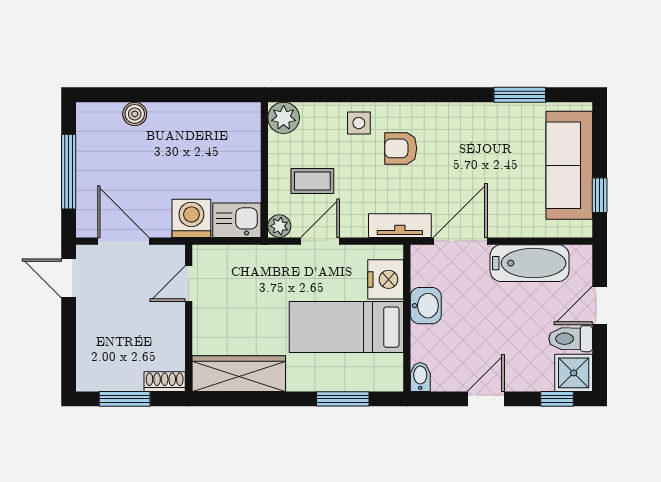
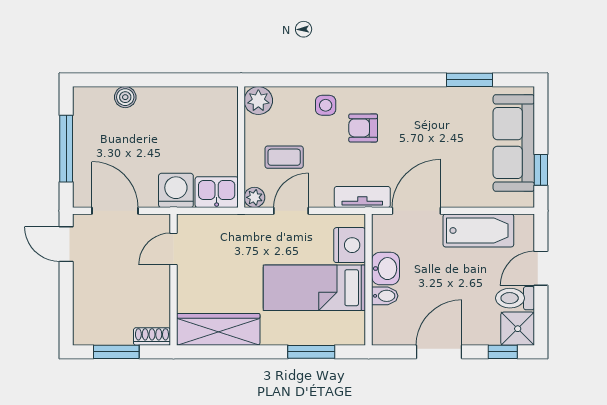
bidet: (420, 377) -> (385, 296), moved, turned 90
door: (486, 399) -> (439, 352), width x1.38

